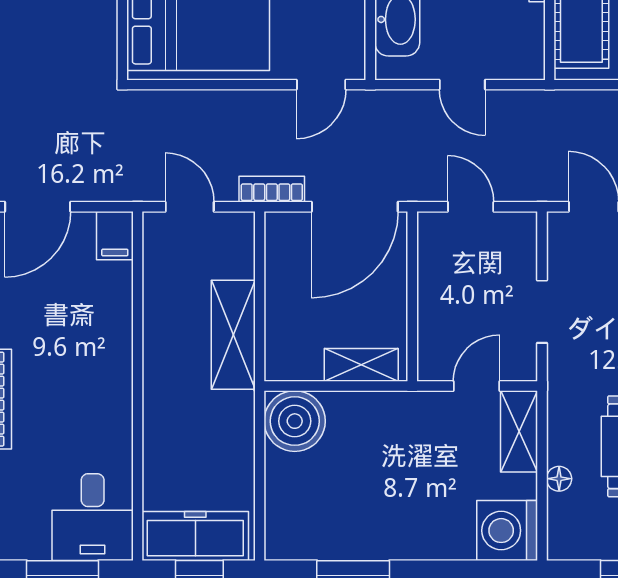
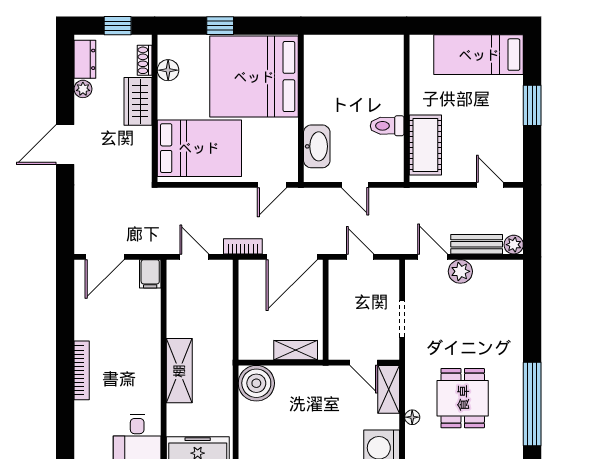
shelving: (233, 335) -> (179, 371), moved
door: (477, 386) -> (364, 363), swing flipped

